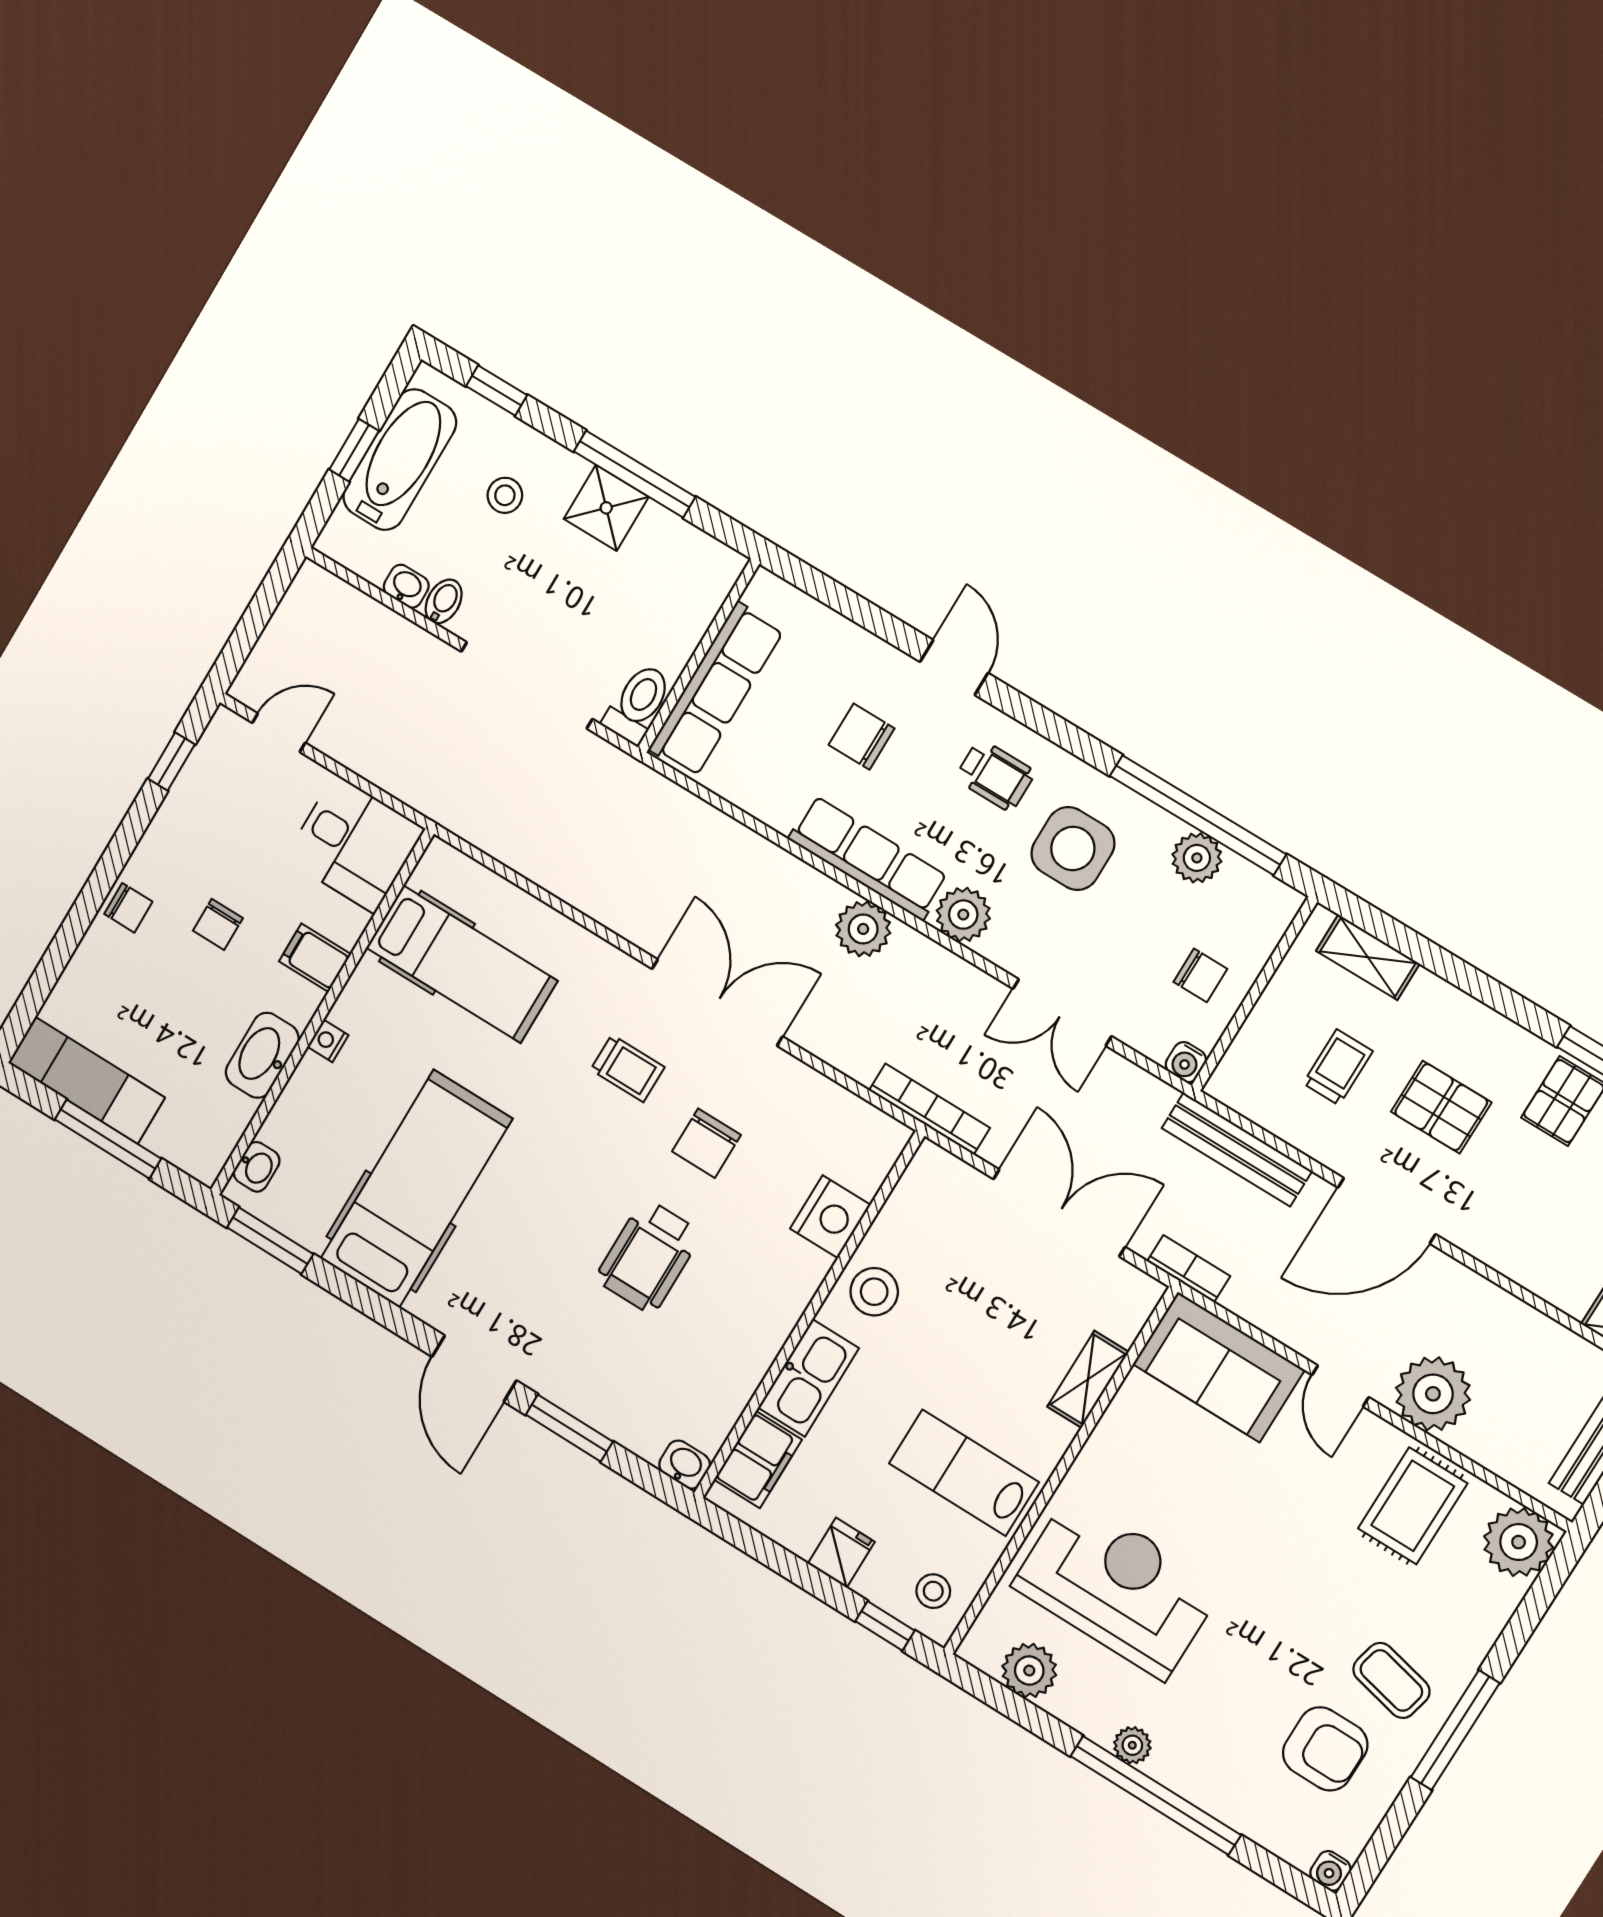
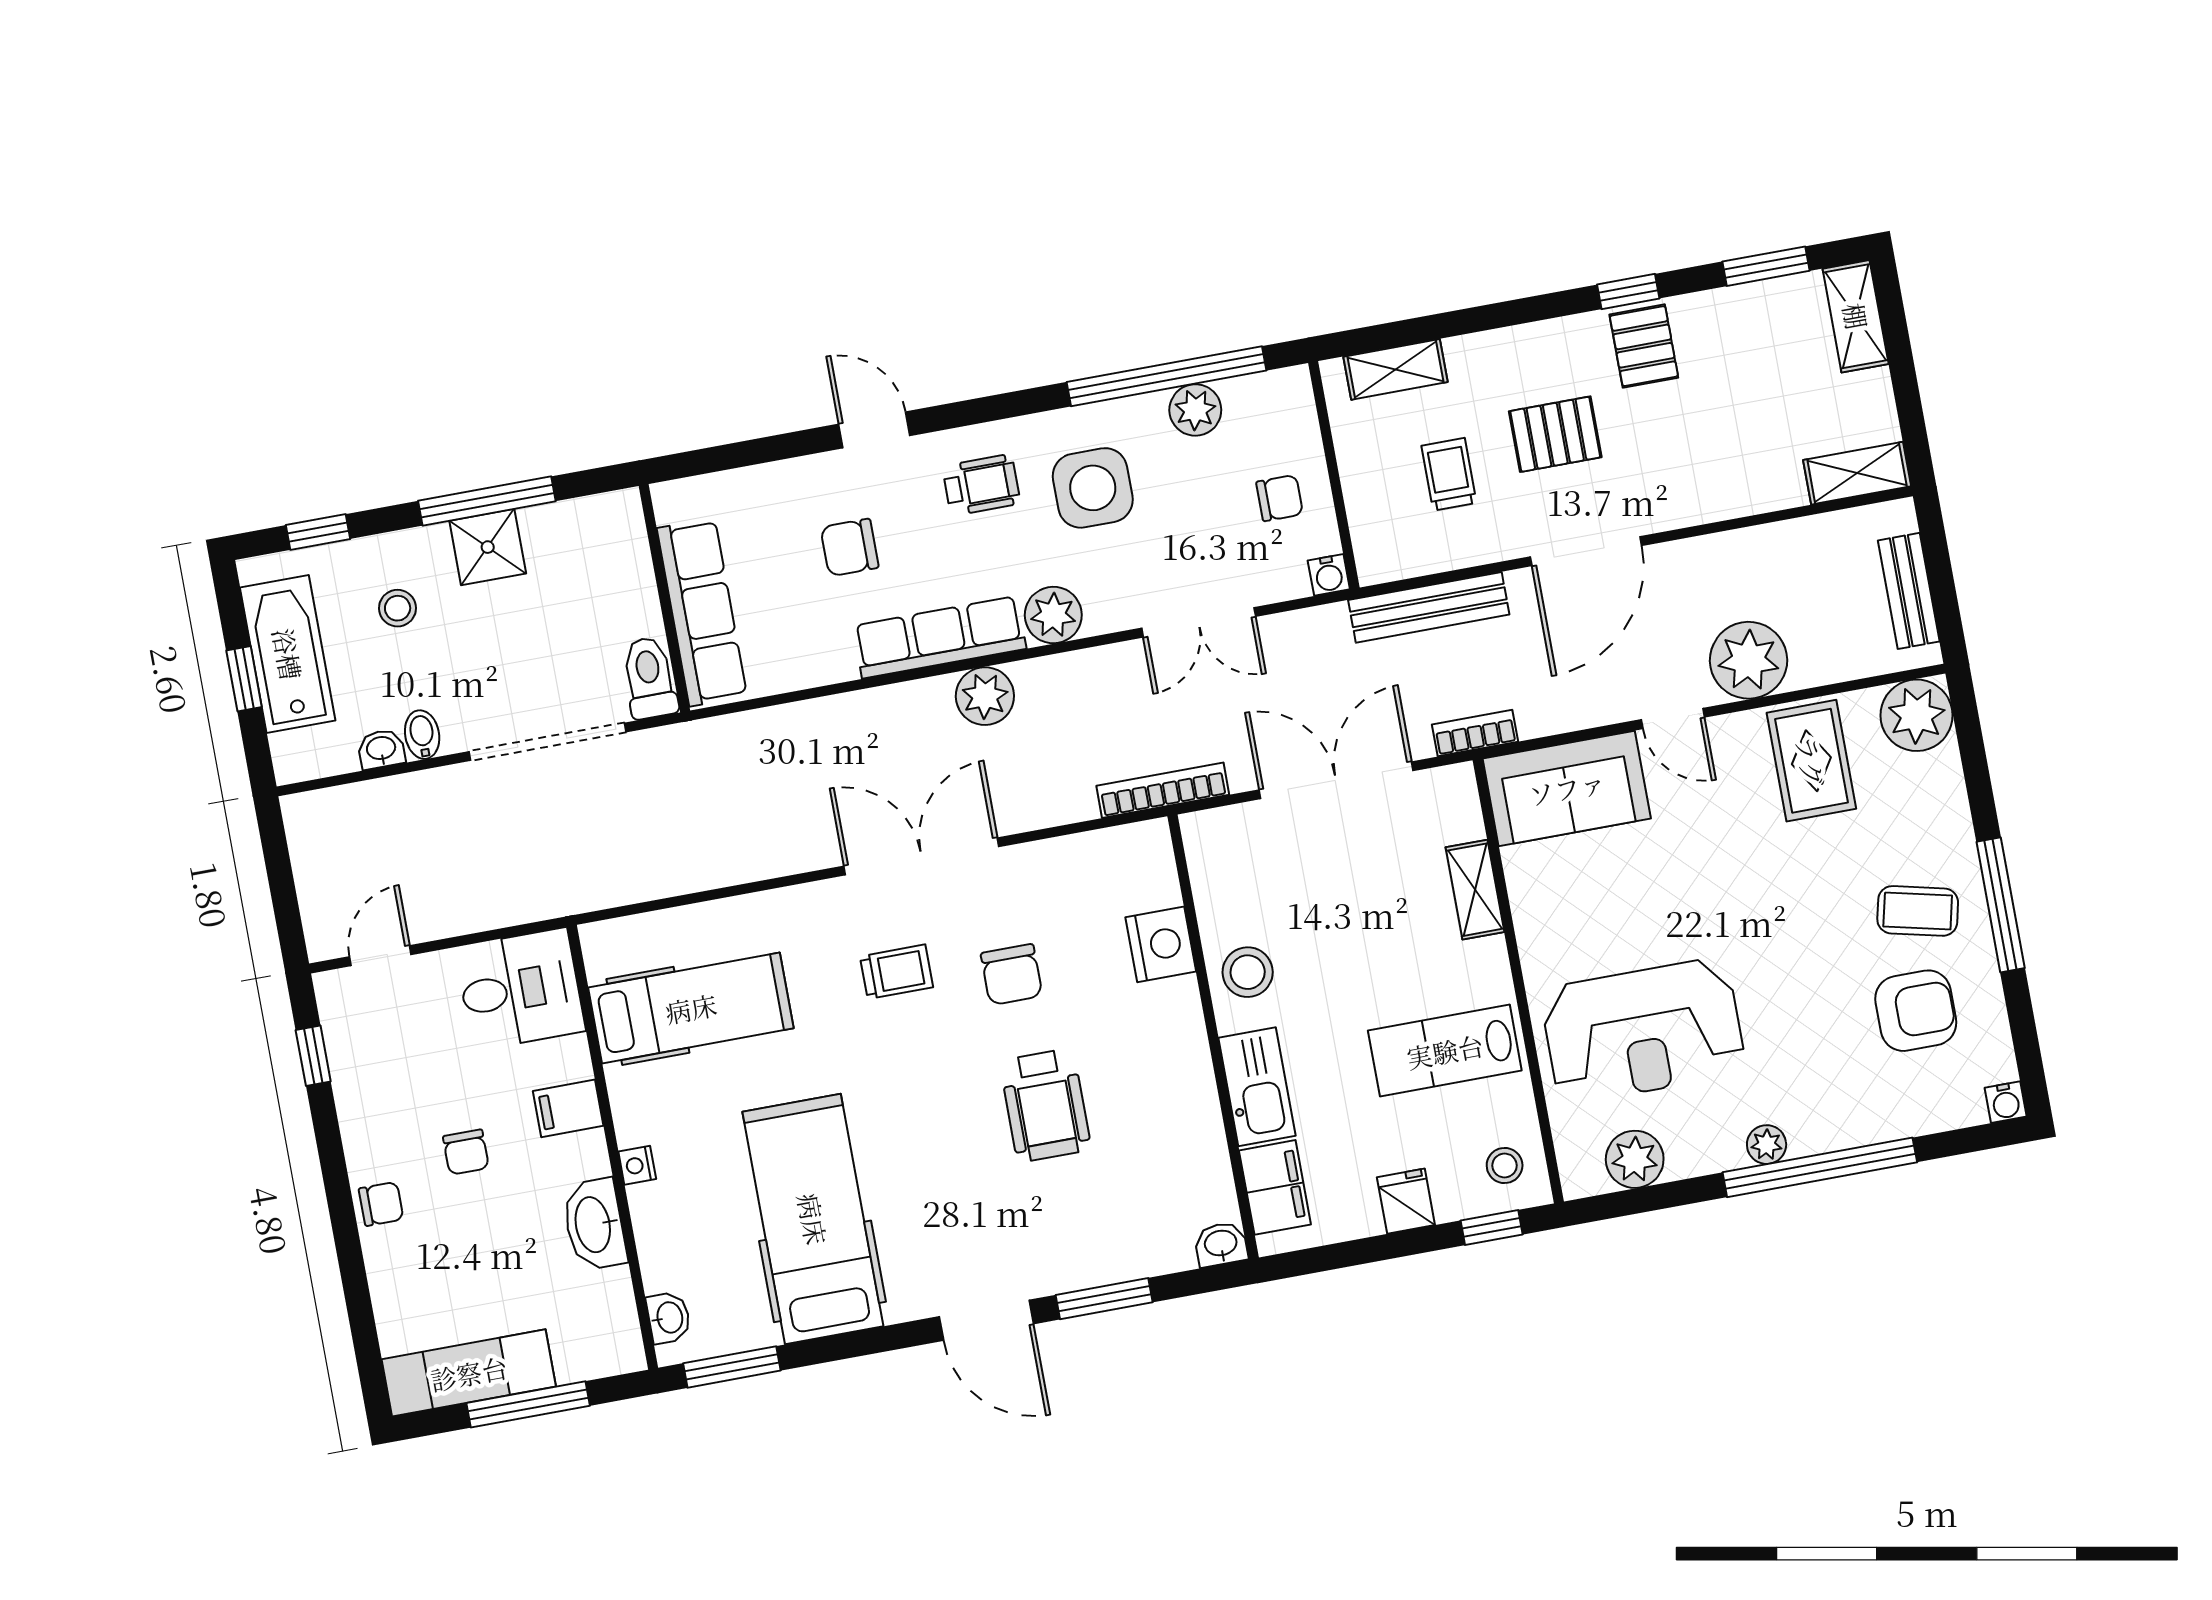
reception desk: (1117, 1586) -> (1643, 1031), turned 180

